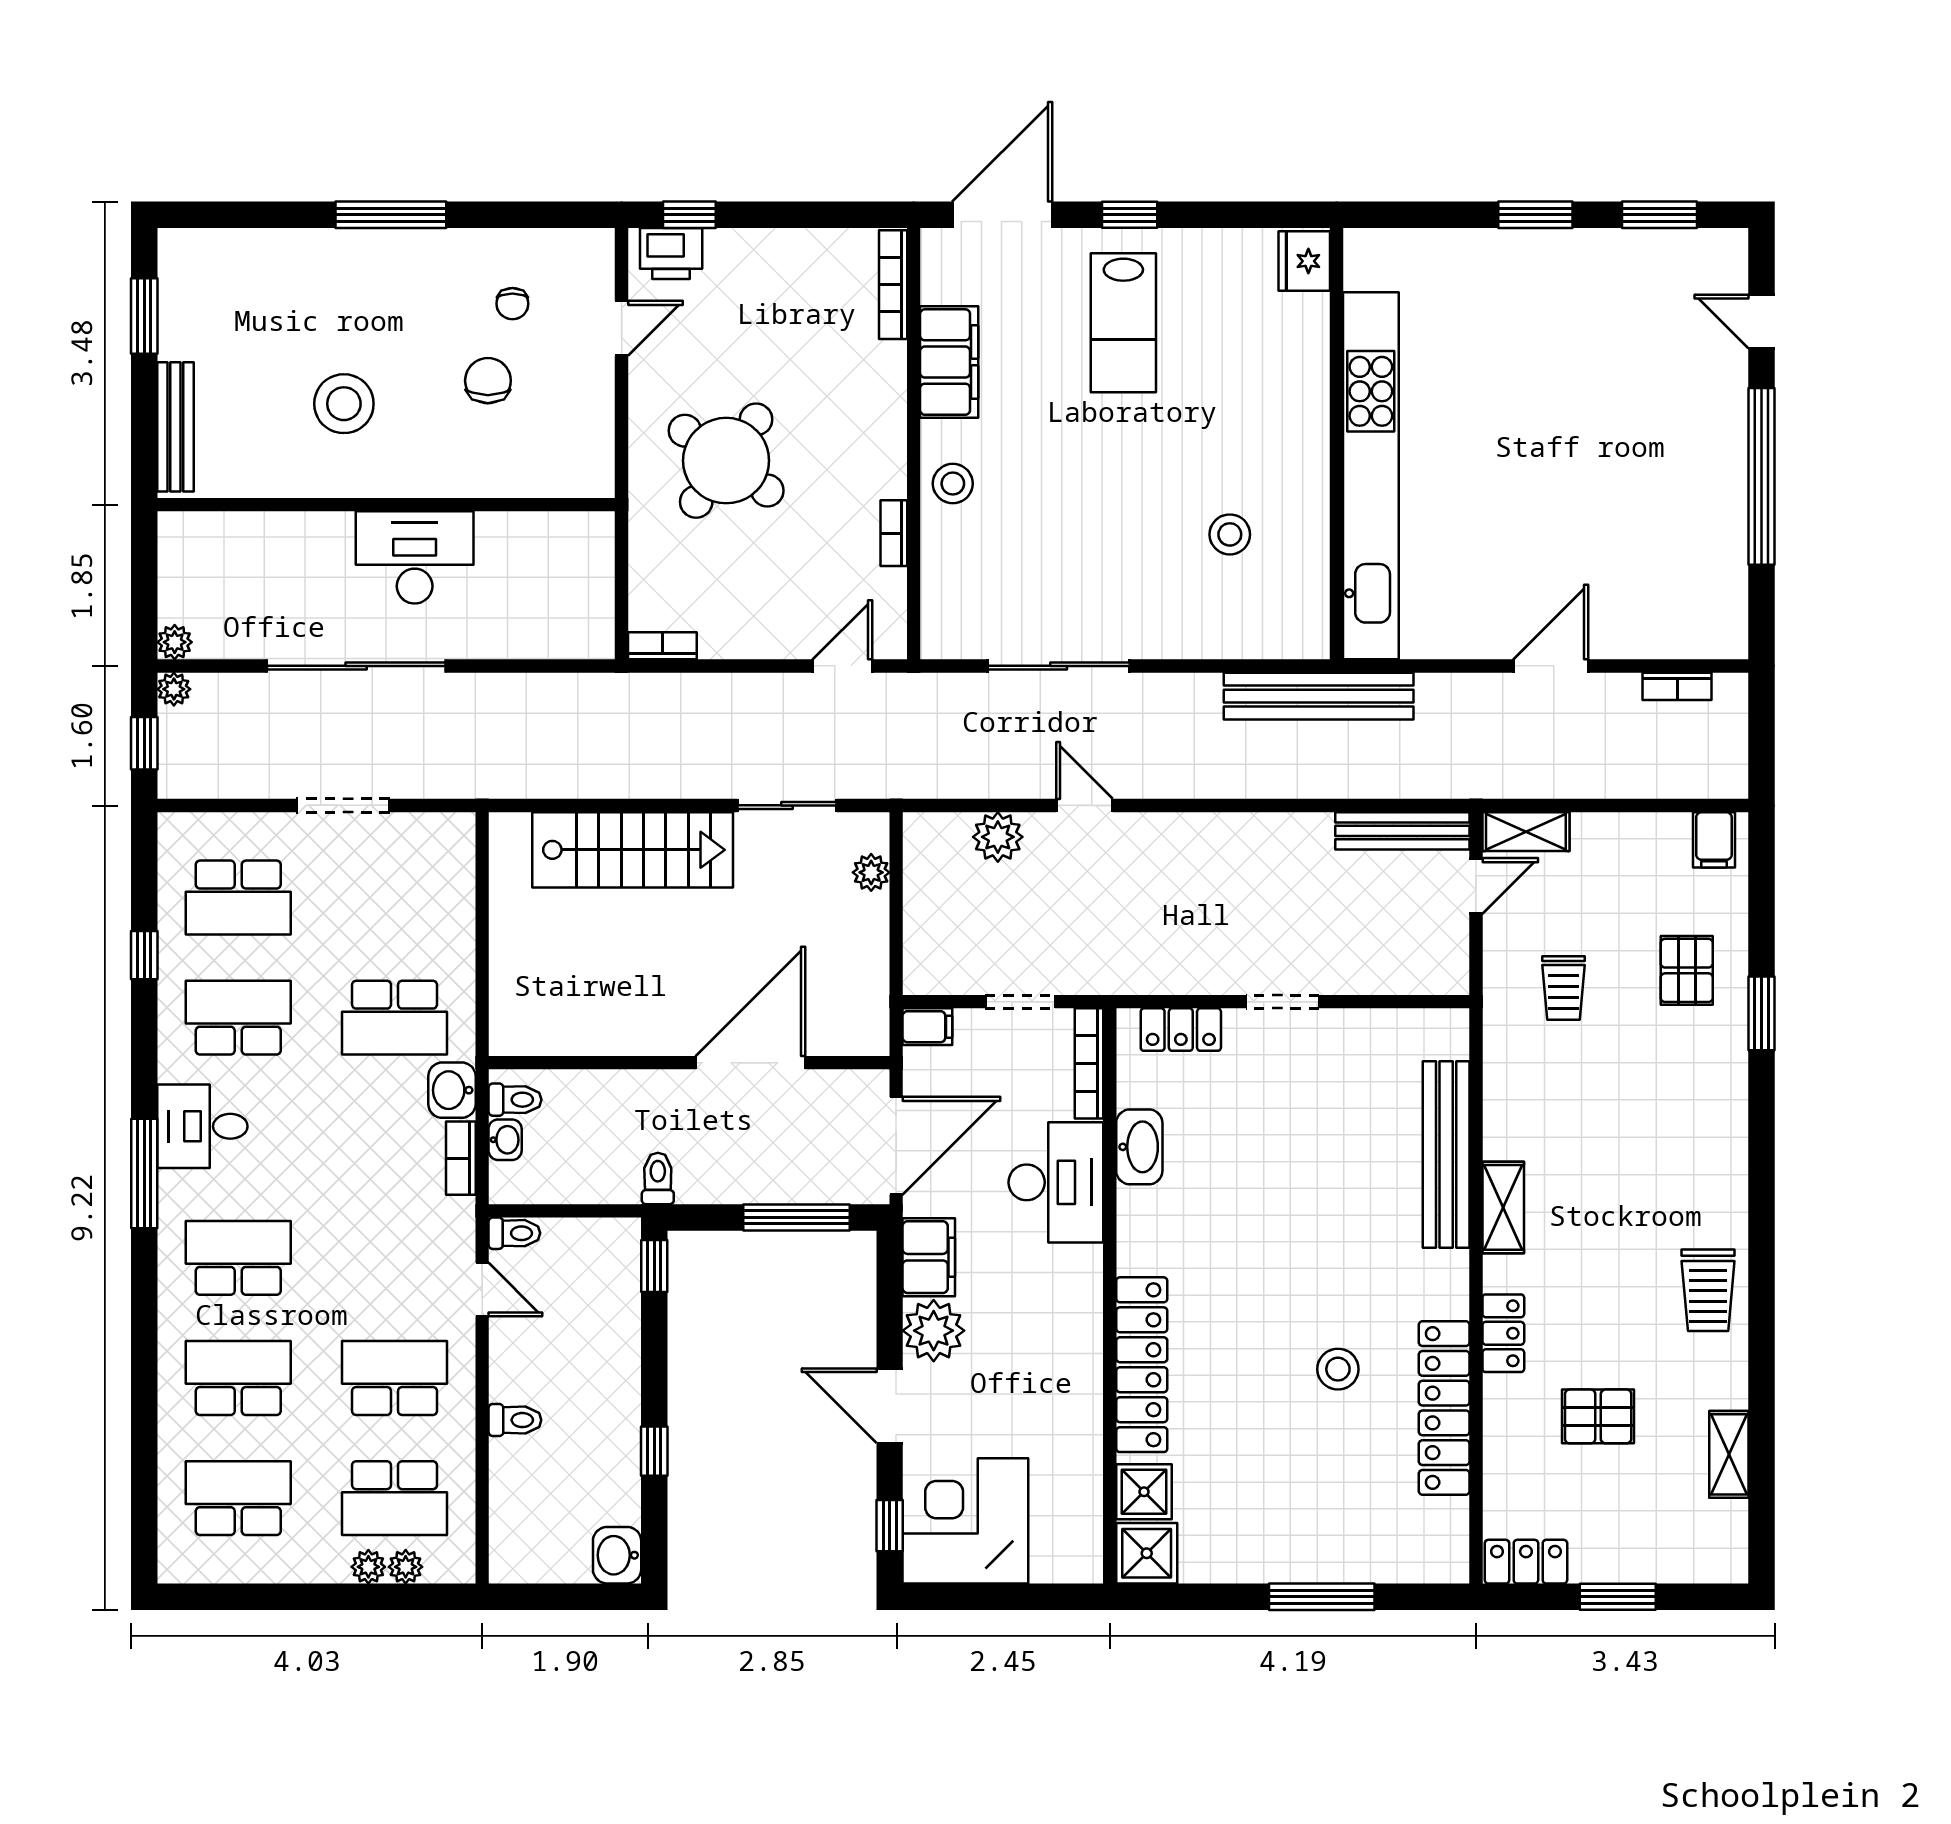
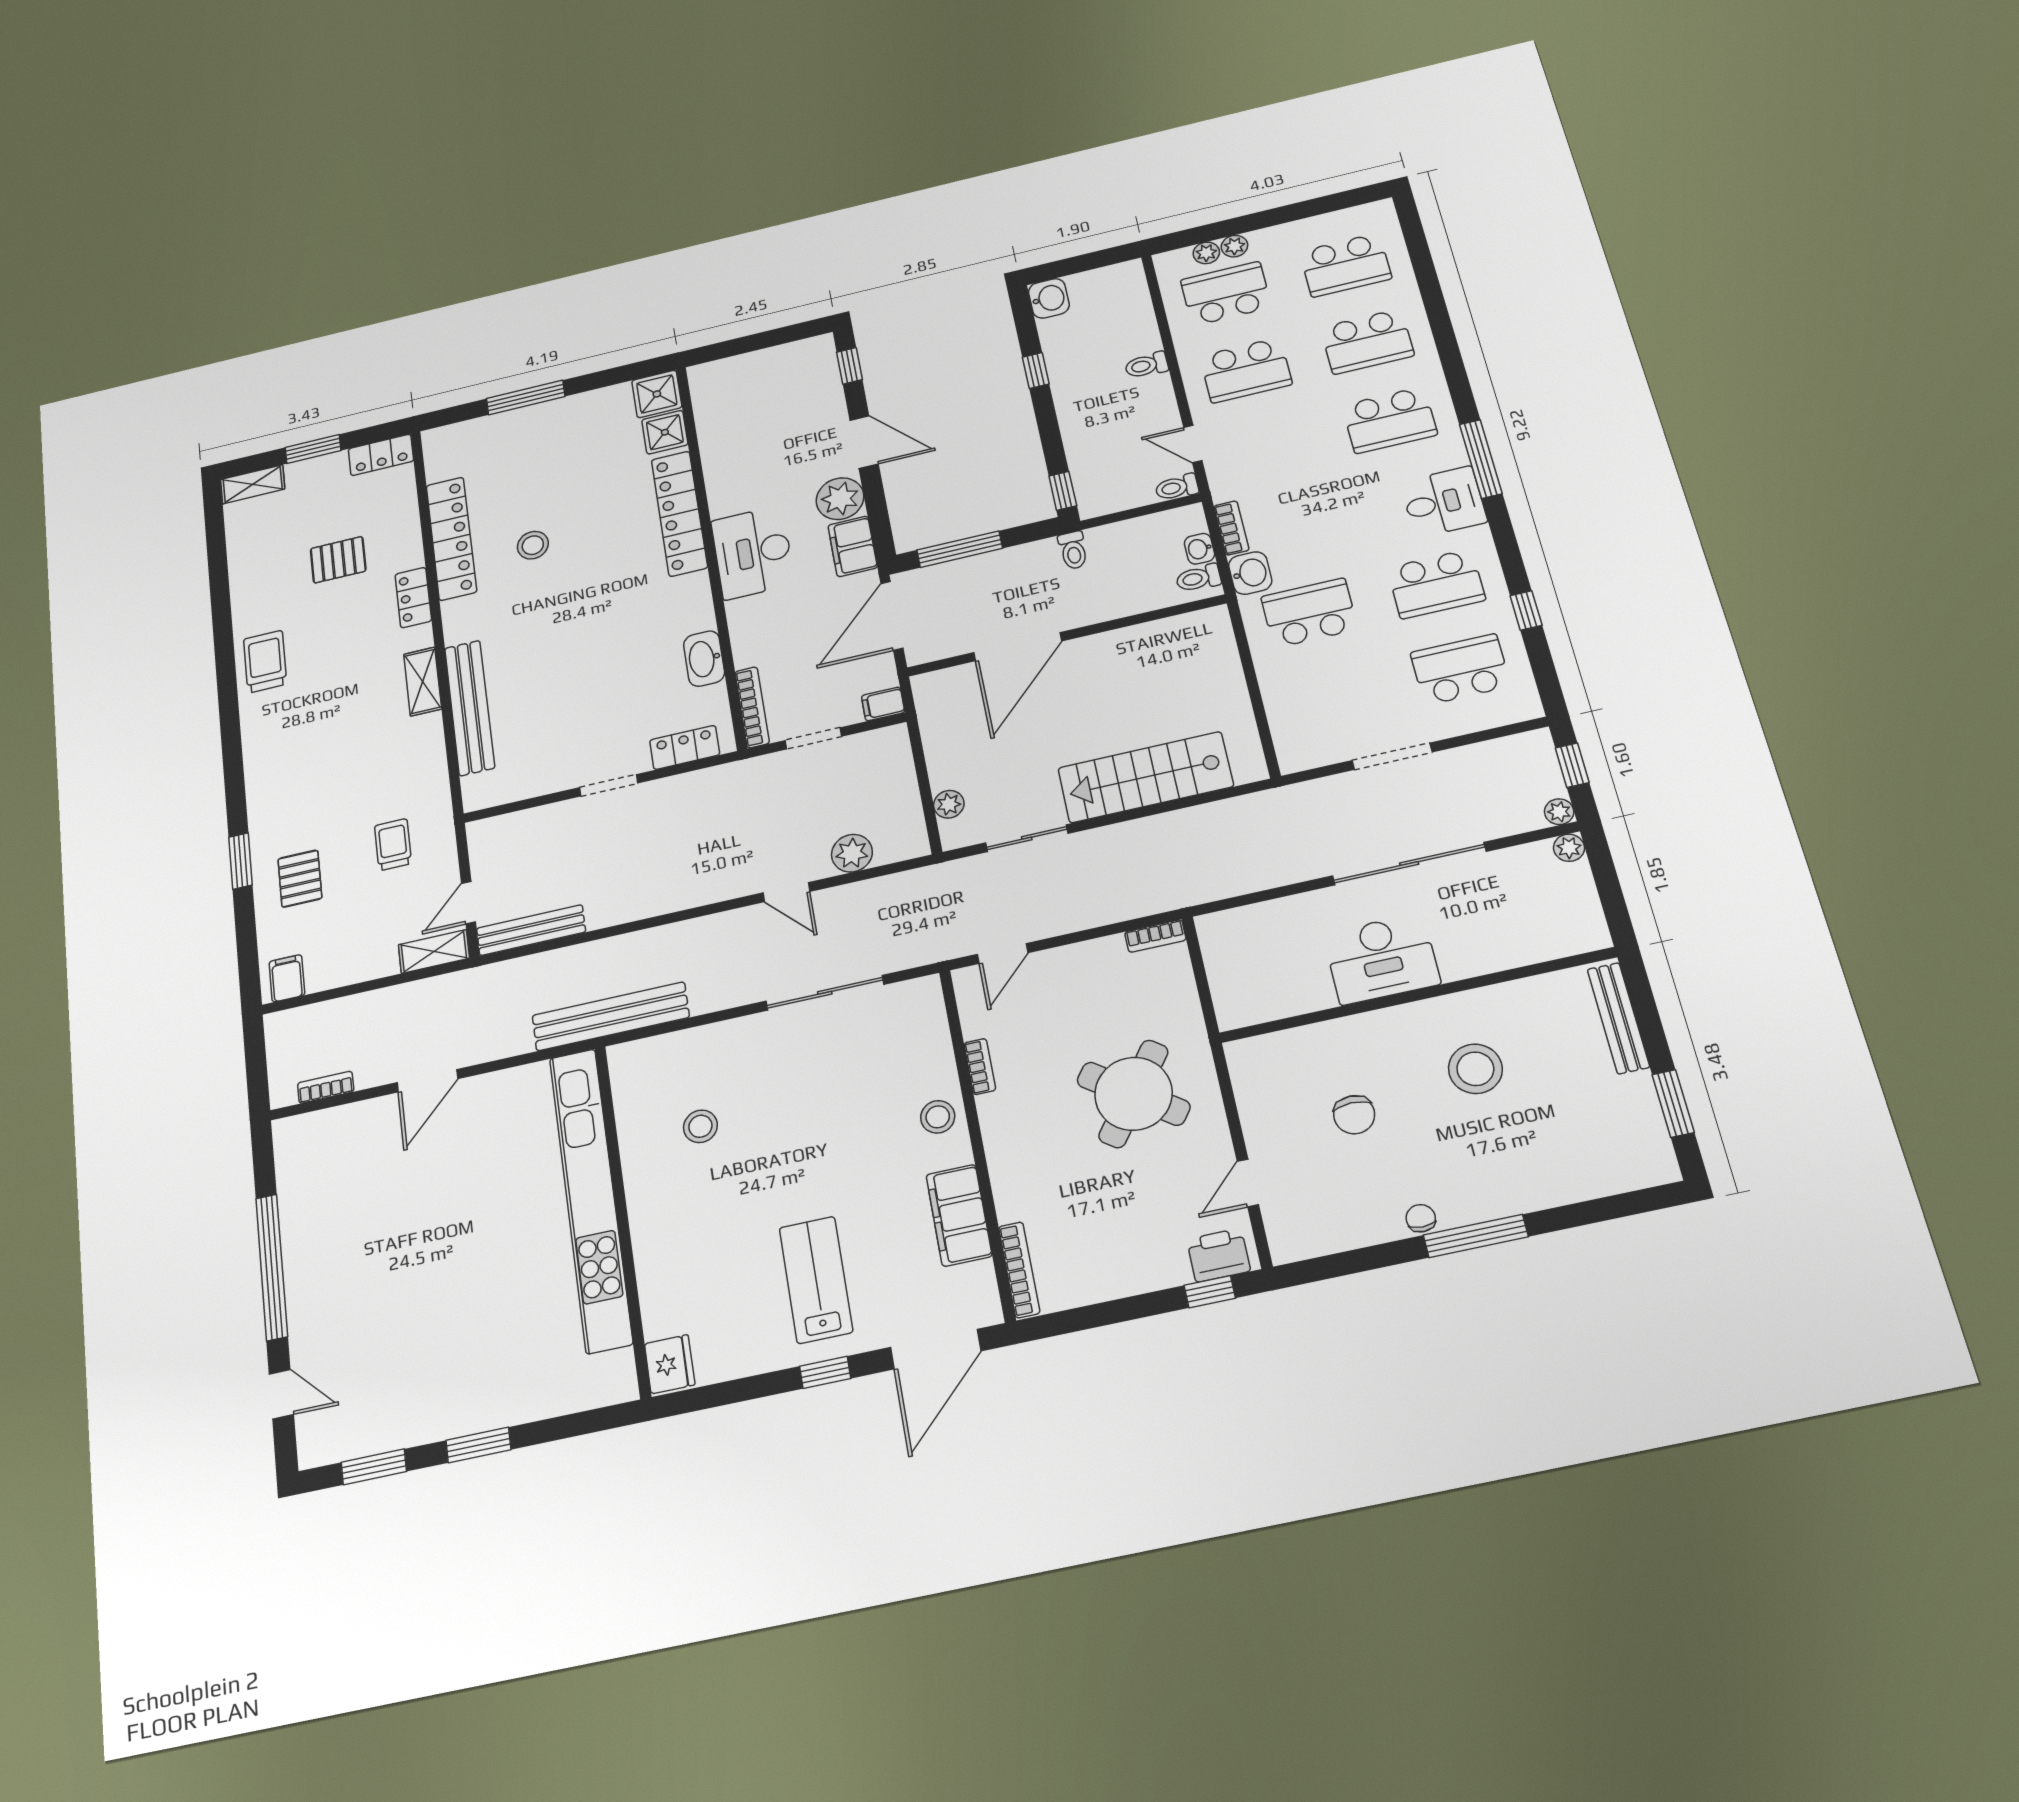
chair: (512, 304) -> (1421, 1218), moved
desk: (1056, 1182) -> (753, 552), moved
shelving: (1729, 1454) -> (253, 484), moved, turned 90
corner desk: (965, 1521) -> (794, 382), removed

